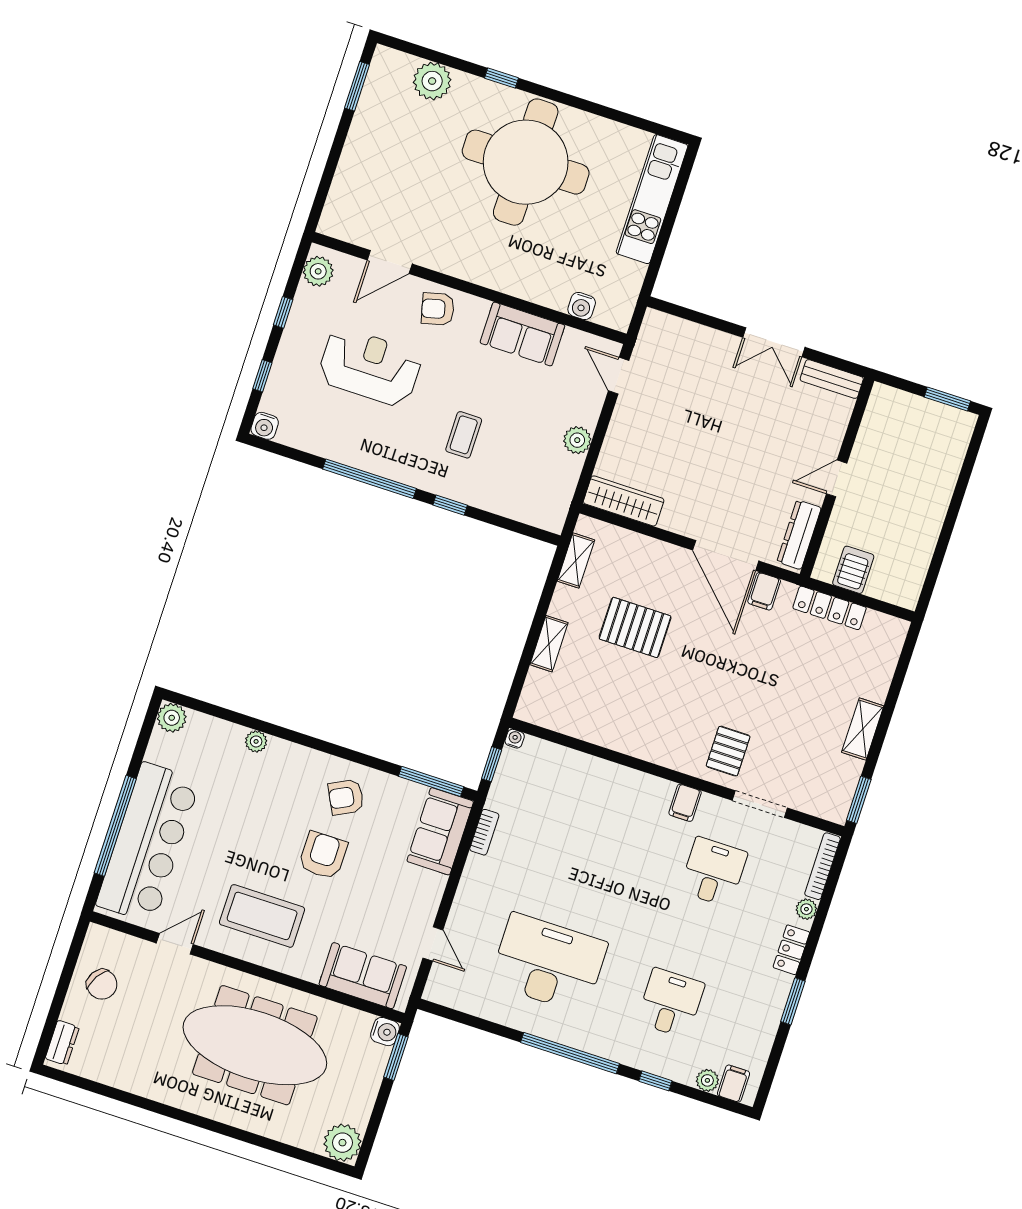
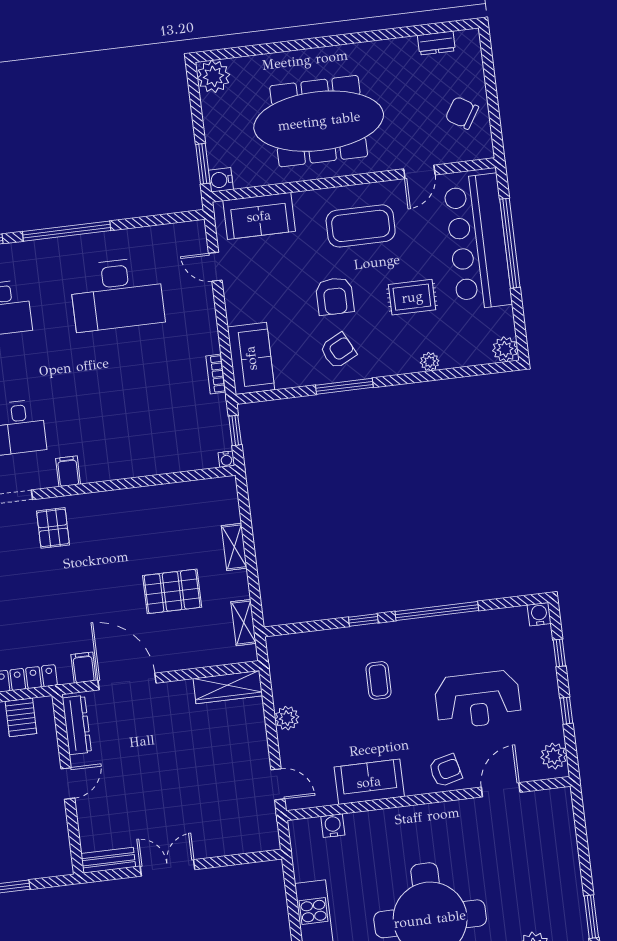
window: (431, 781) -> (344, 386), moved
rug: (243, 817) -> (412, 297), added
dresser: (62, 1043) -> (436, 43), moved, turned -90

